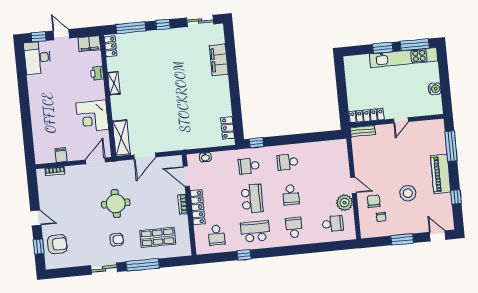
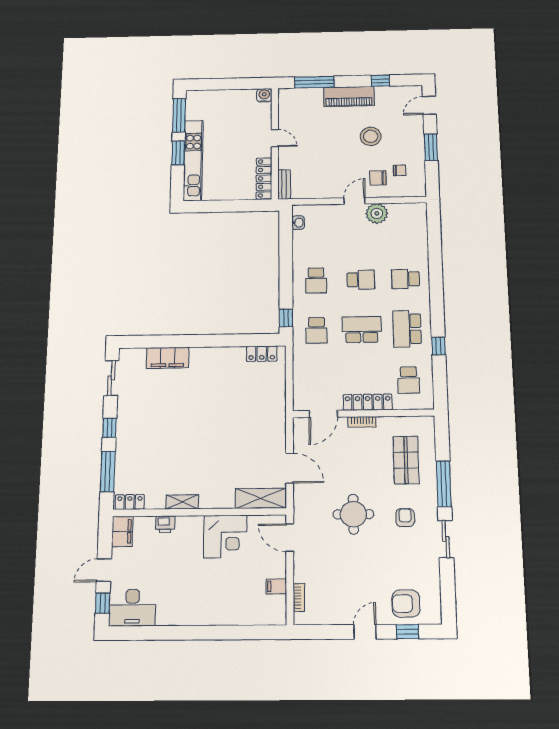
kitchen unit: (404, 58) -> (193, 160), moved
water cooler: (435, 89) -> (264, 95), moved
washbasin: (205, 157) -> (298, 223), moved
school desk: (333, 224) -> (404, 230), removed
school desk: (217, 235) -> (409, 380), turned 90
armchair: (57, 244) -> (406, 604), turned -90

